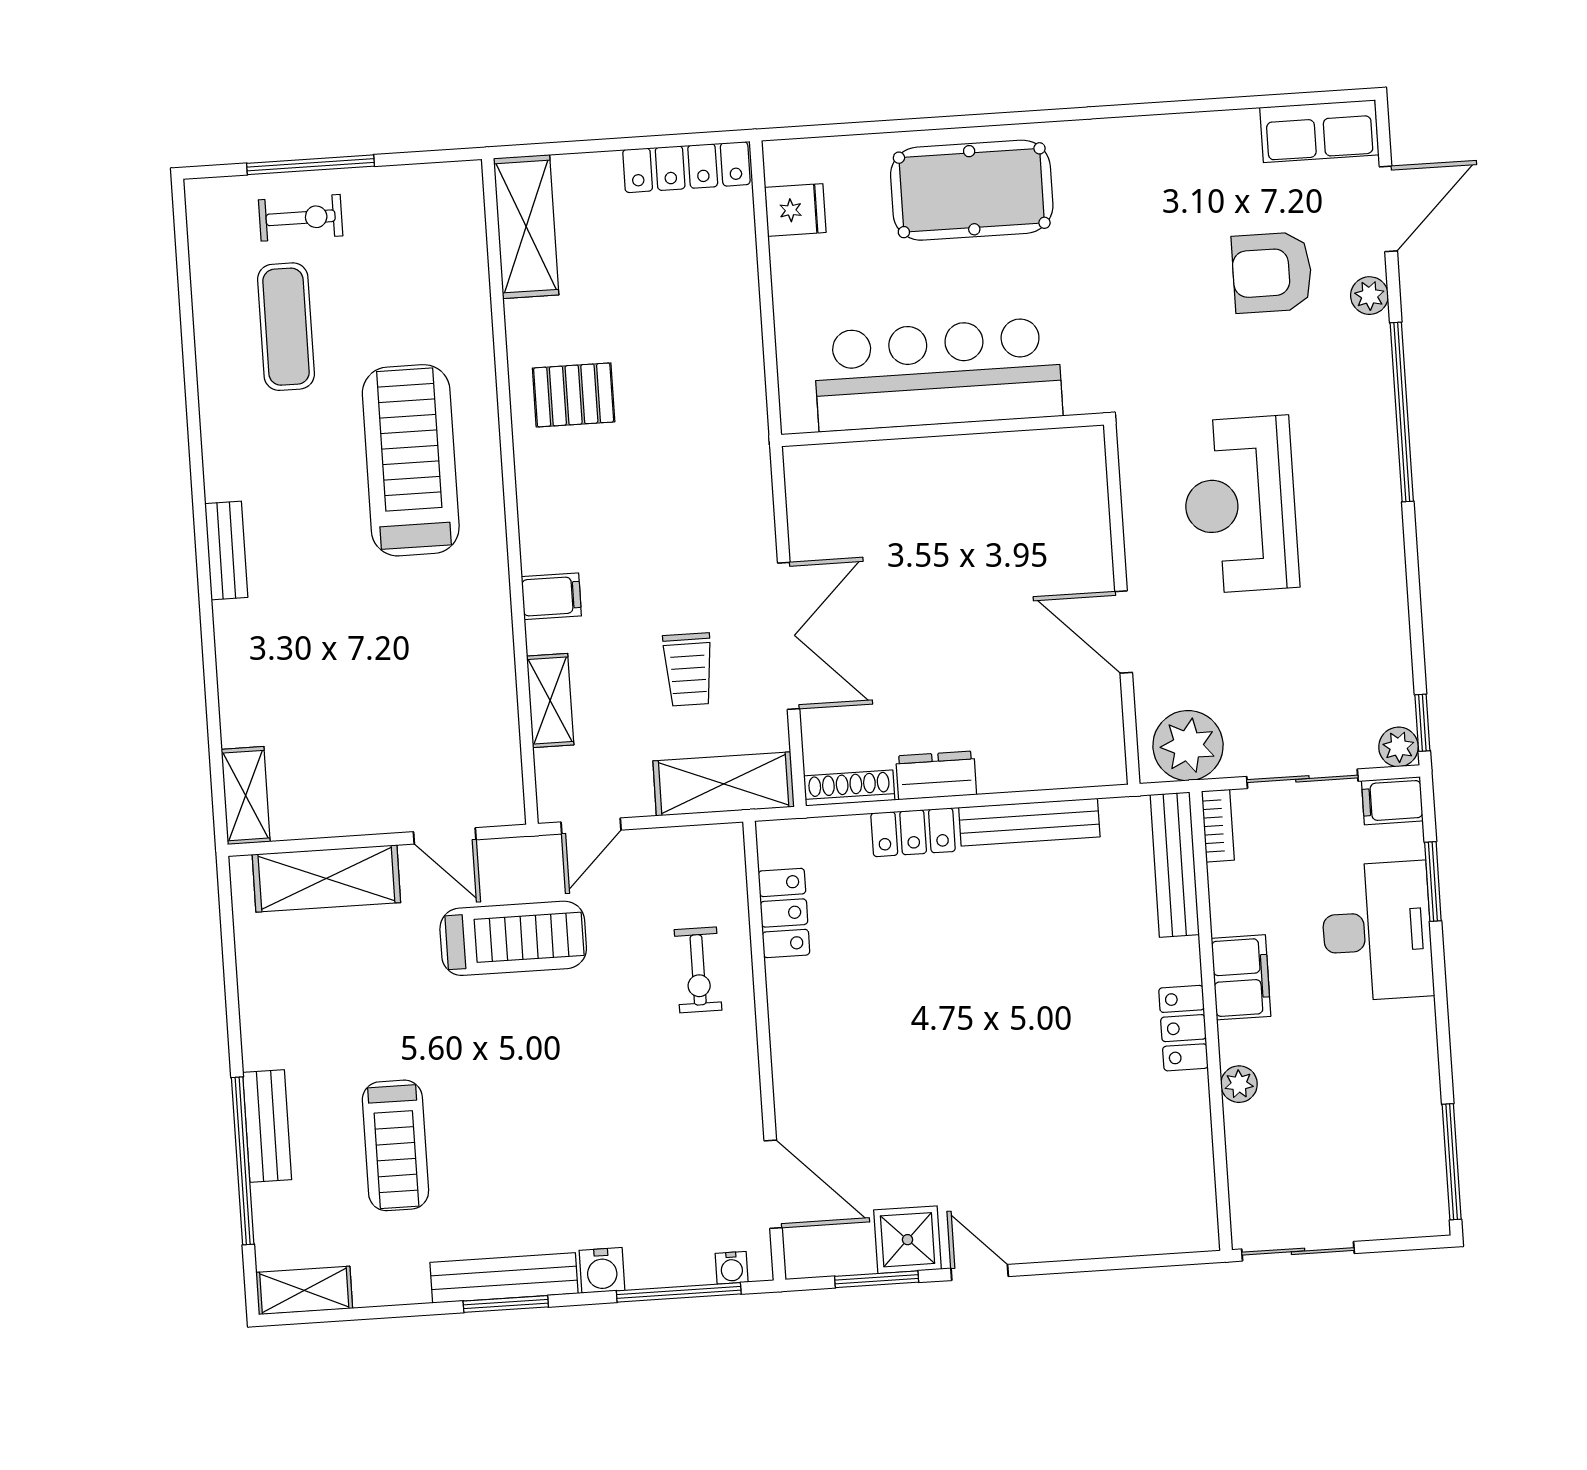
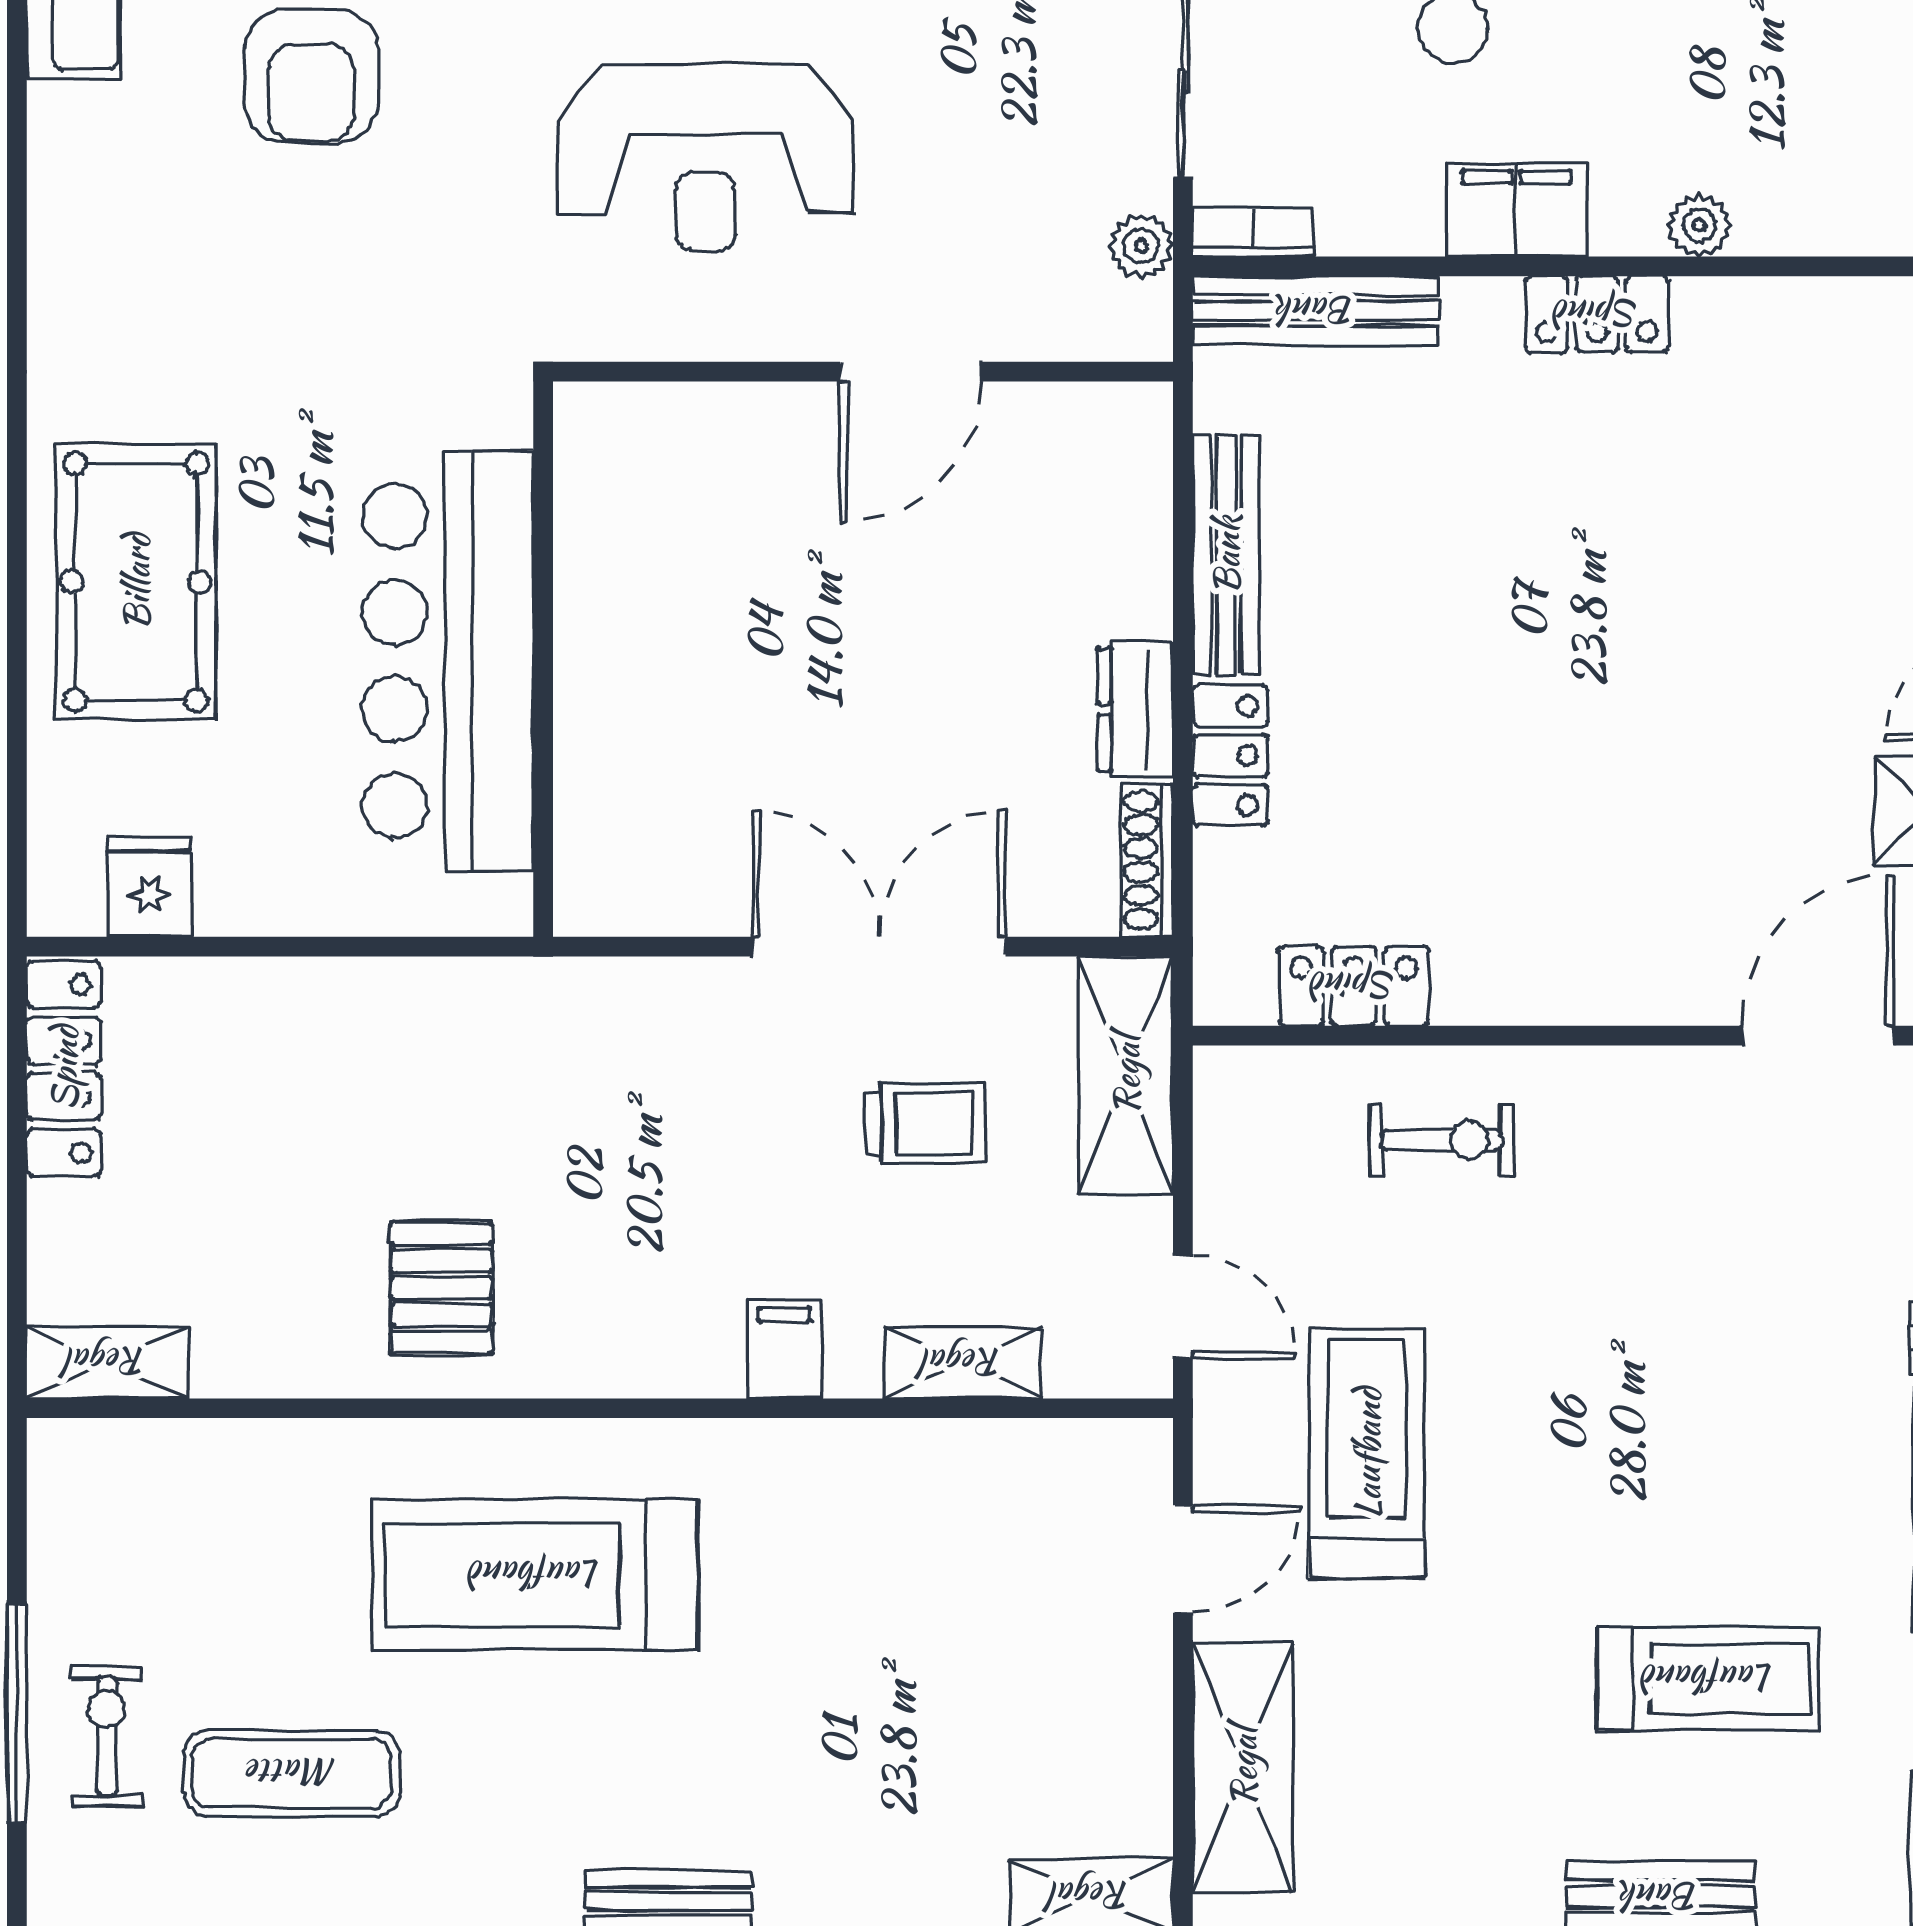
shelving: (526, 227) -> (107, 1362), width x0.67, depth x0.75
plant: (1188, 746) -> (1141, 246), width x0.53, depth x0.53

